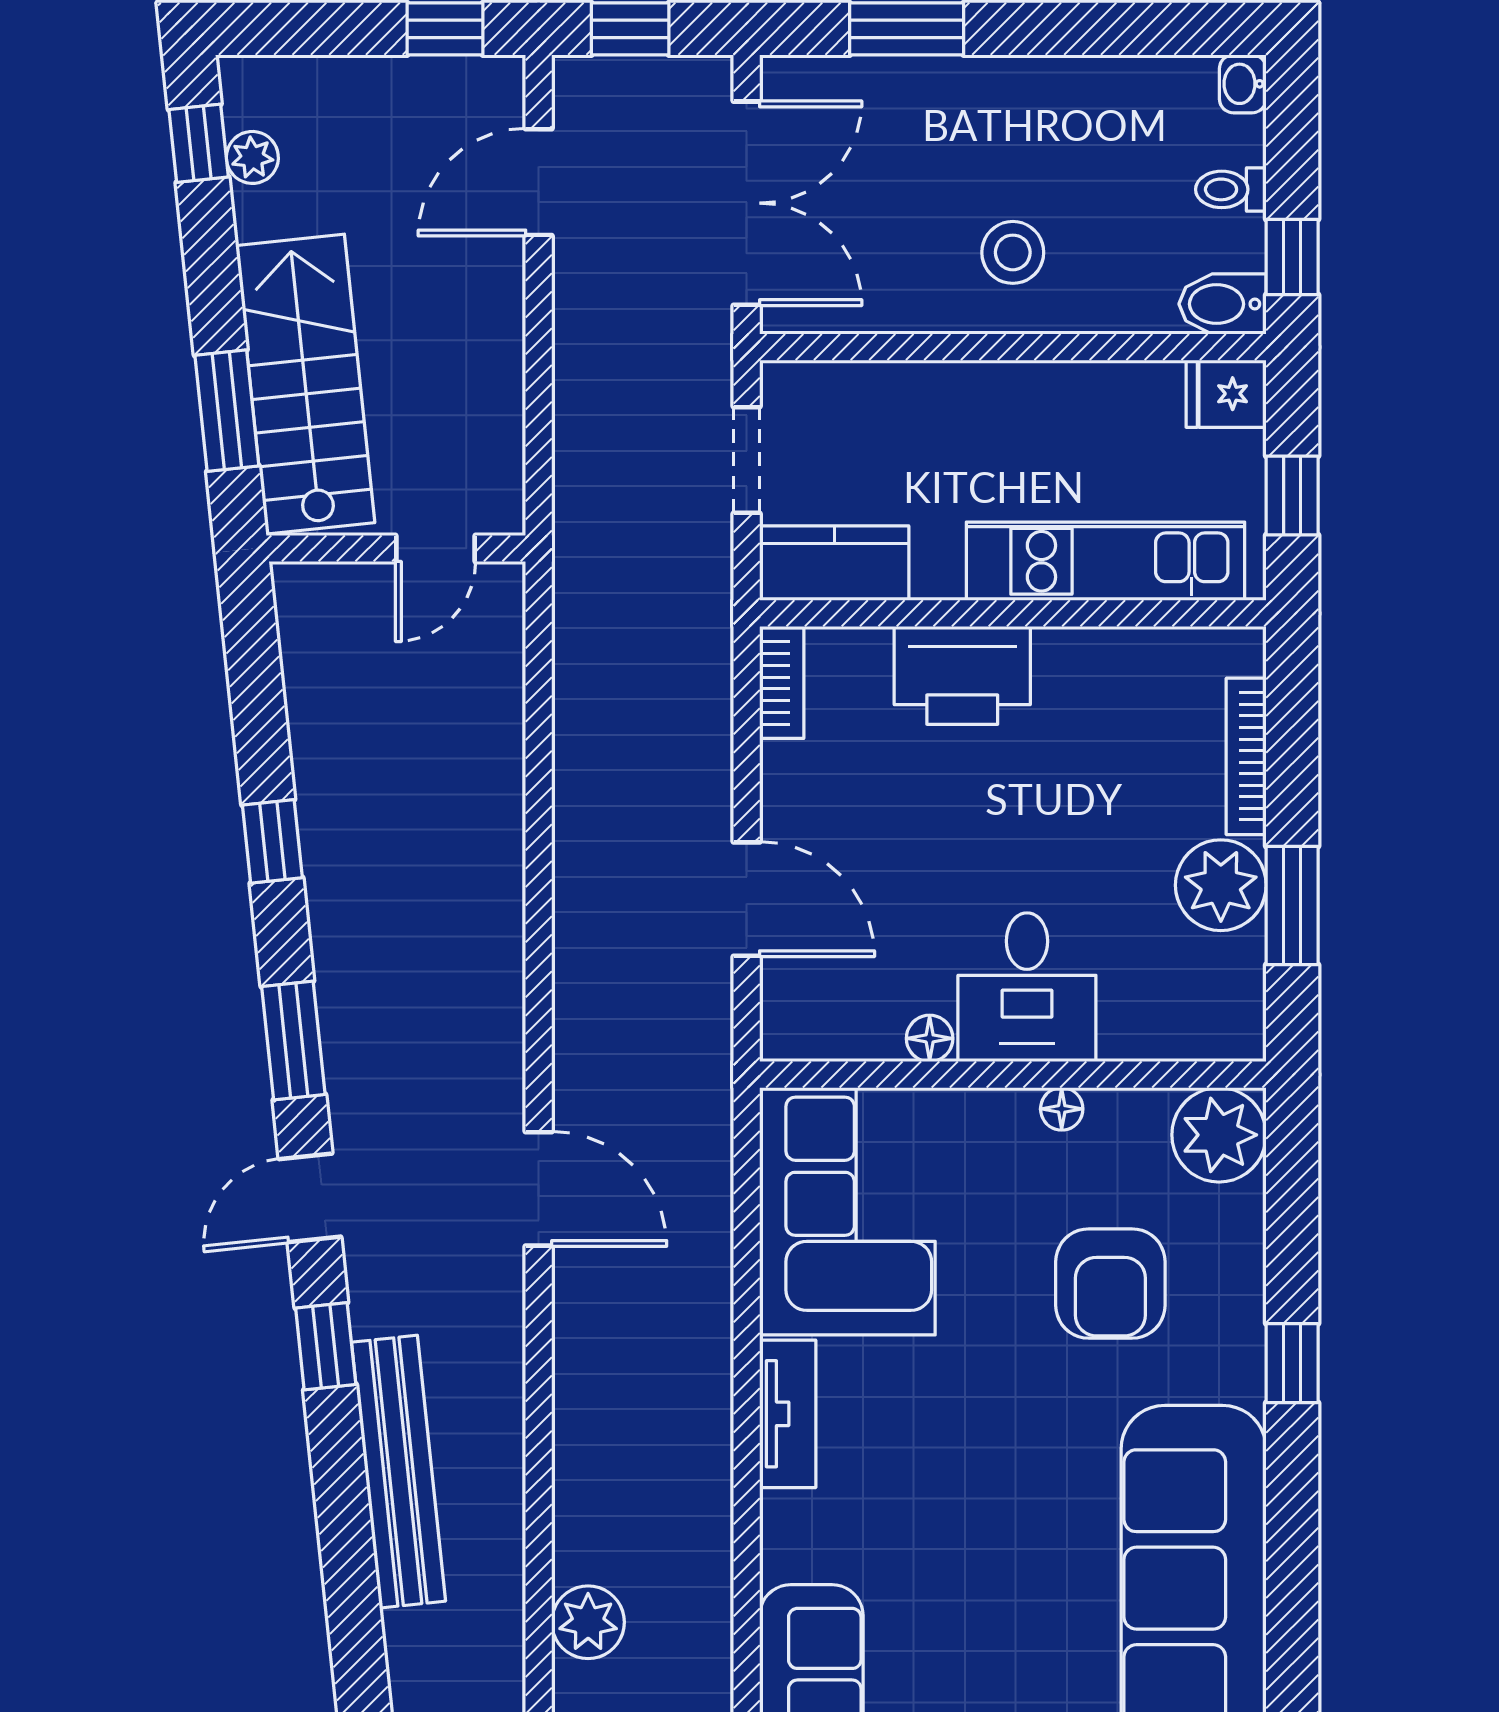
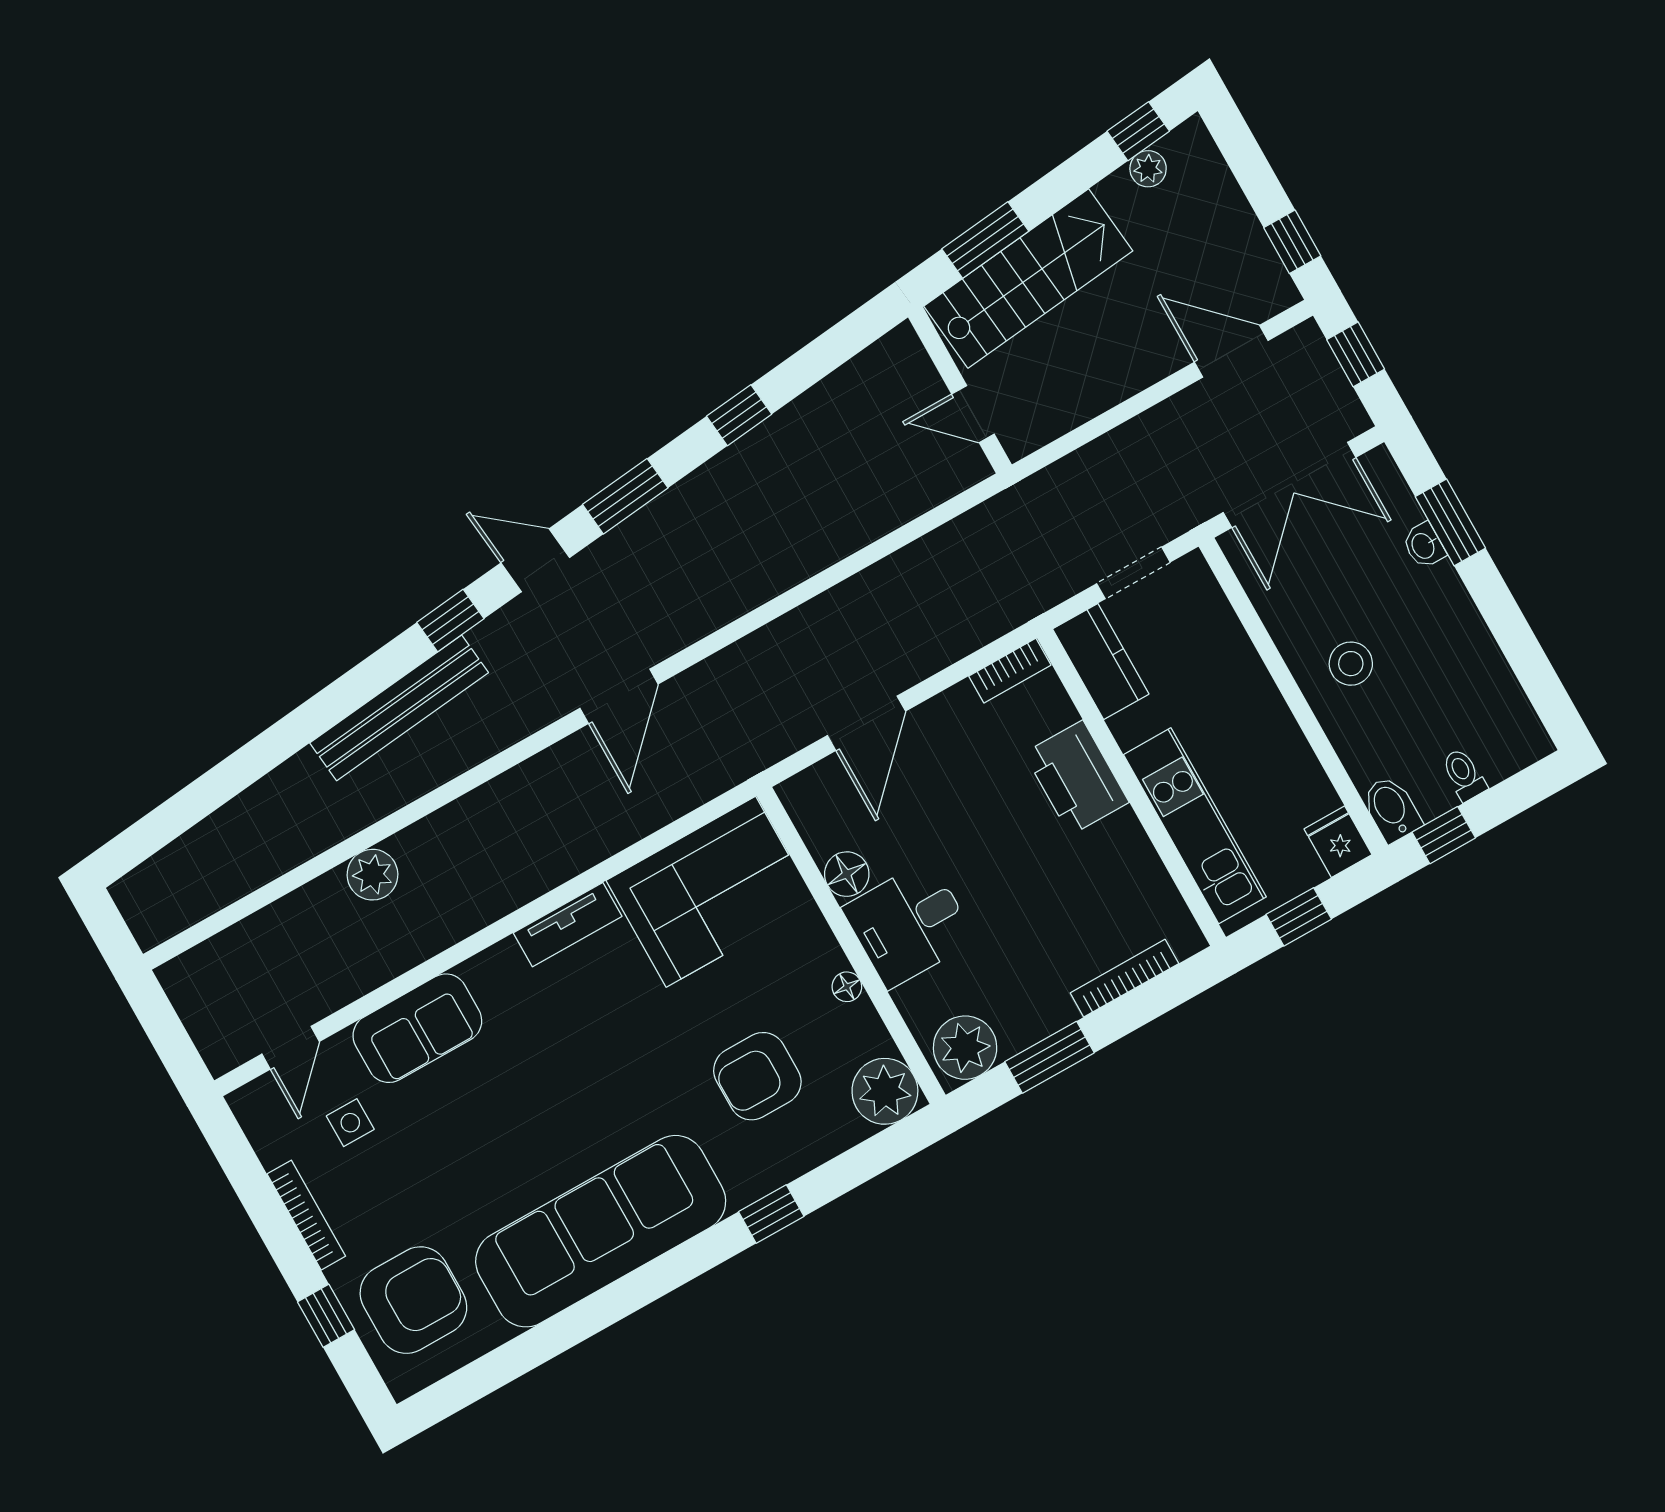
washbasin: (1243, 84) -> (1424, 545), moved, turned -90
plant: (1221, 885) -> (965, 1048), moved
floor lamp: (930, 1038) -> (847, 874), width x1.37, depth x1.37

